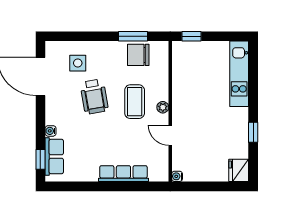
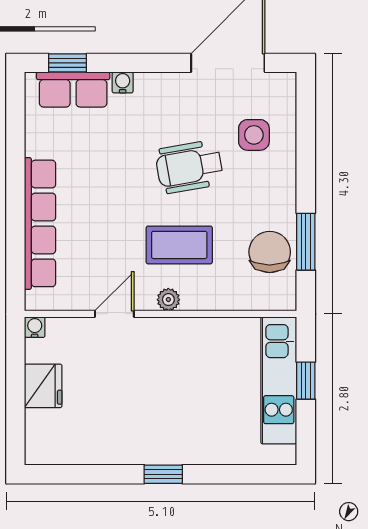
window: (192, 36) -> (306, 381), moved
kitchen unit: (239, 74) -> (279, 380), moved, turned -90
window: (253, 132) -> (163, 474), moved
fridge: (239, 170) -> (43, 386), moved, turned 90
row of seats: (123, 174) -> (40, 223), width x1.36

